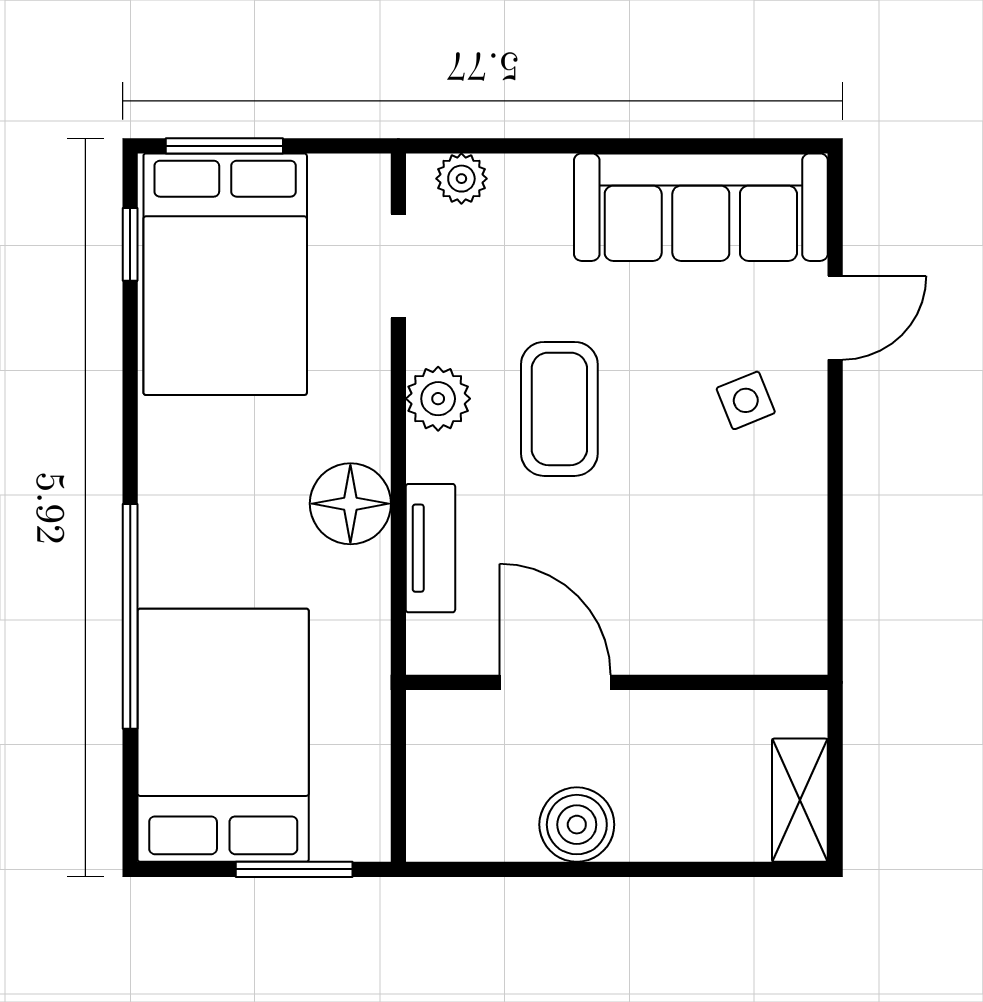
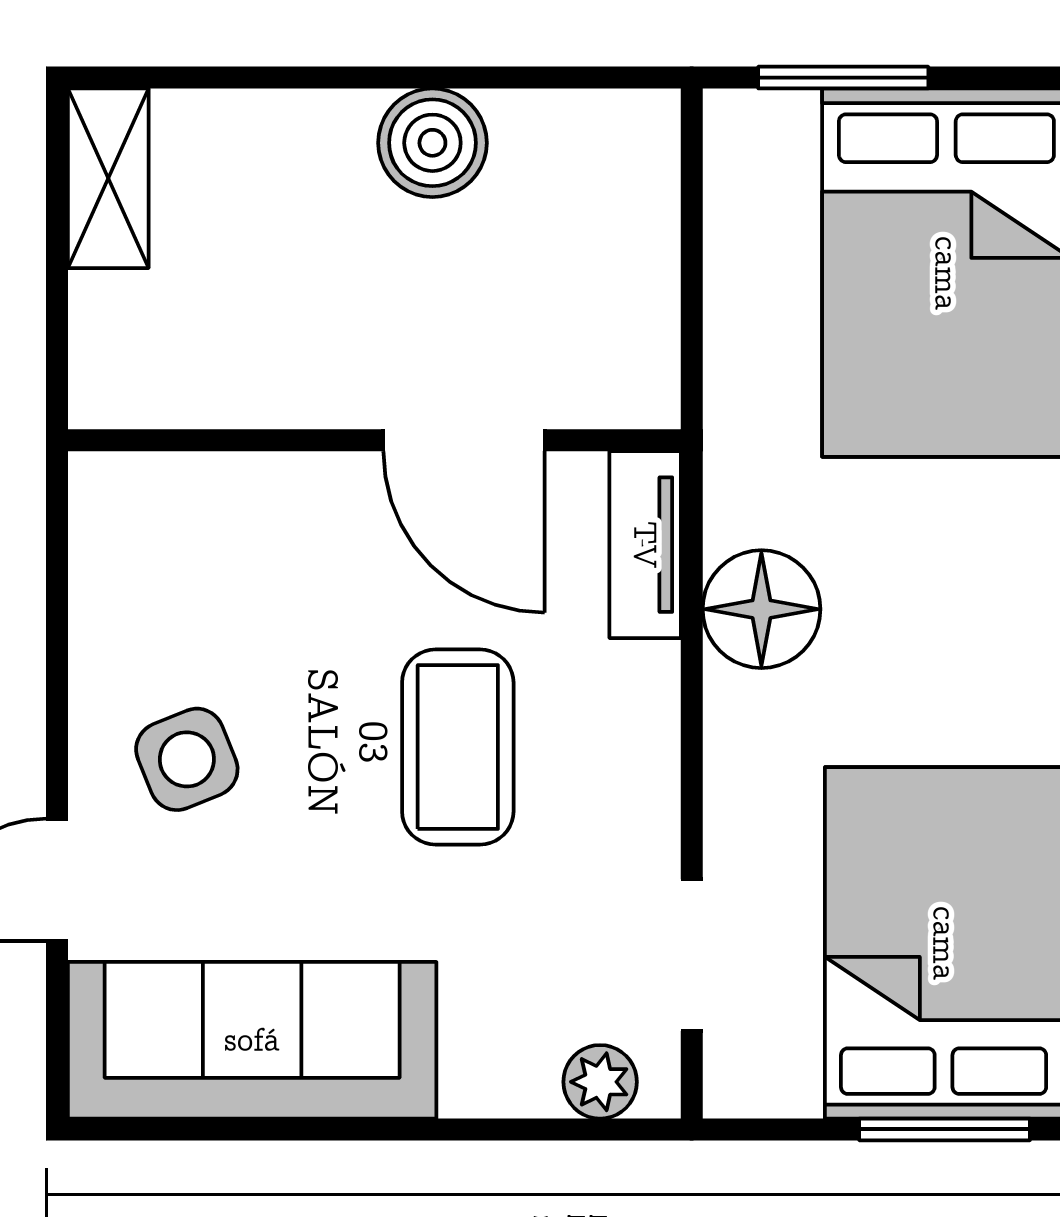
plant: (438, 399) -> (634, 762), removed
side table: (746, 400) -> (187, 759), width x1.37, depth x1.37
door: (555, 682) -> (464, 440), moved
wall: (617, 682) -> (374, 440), moved

